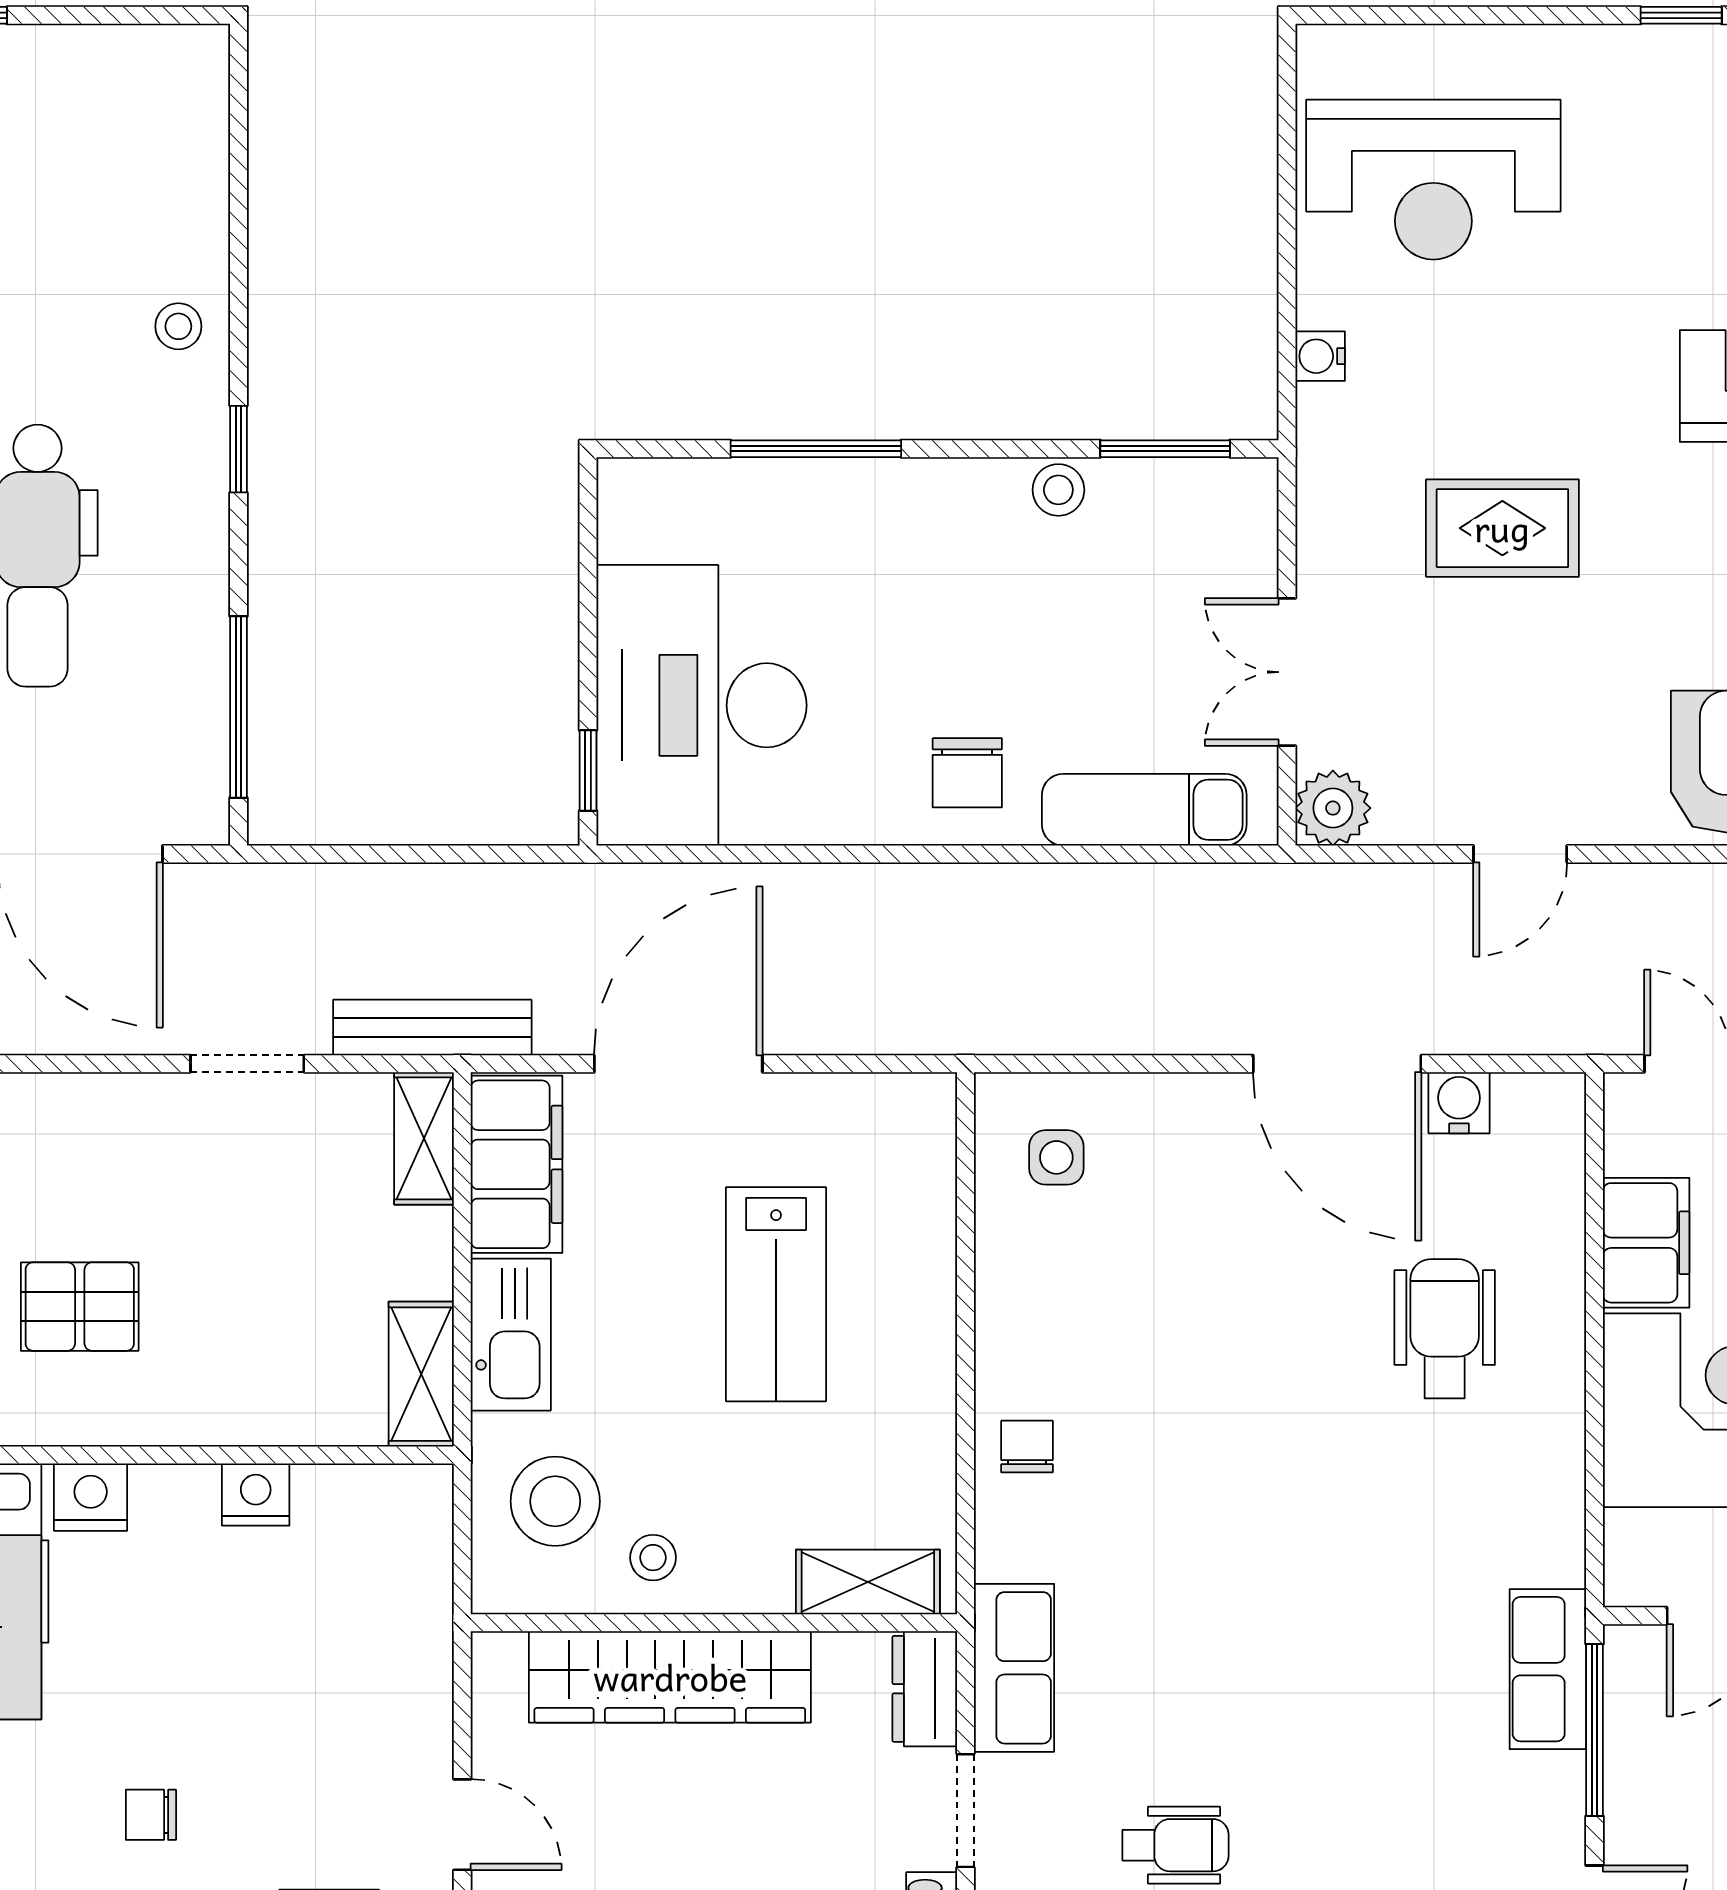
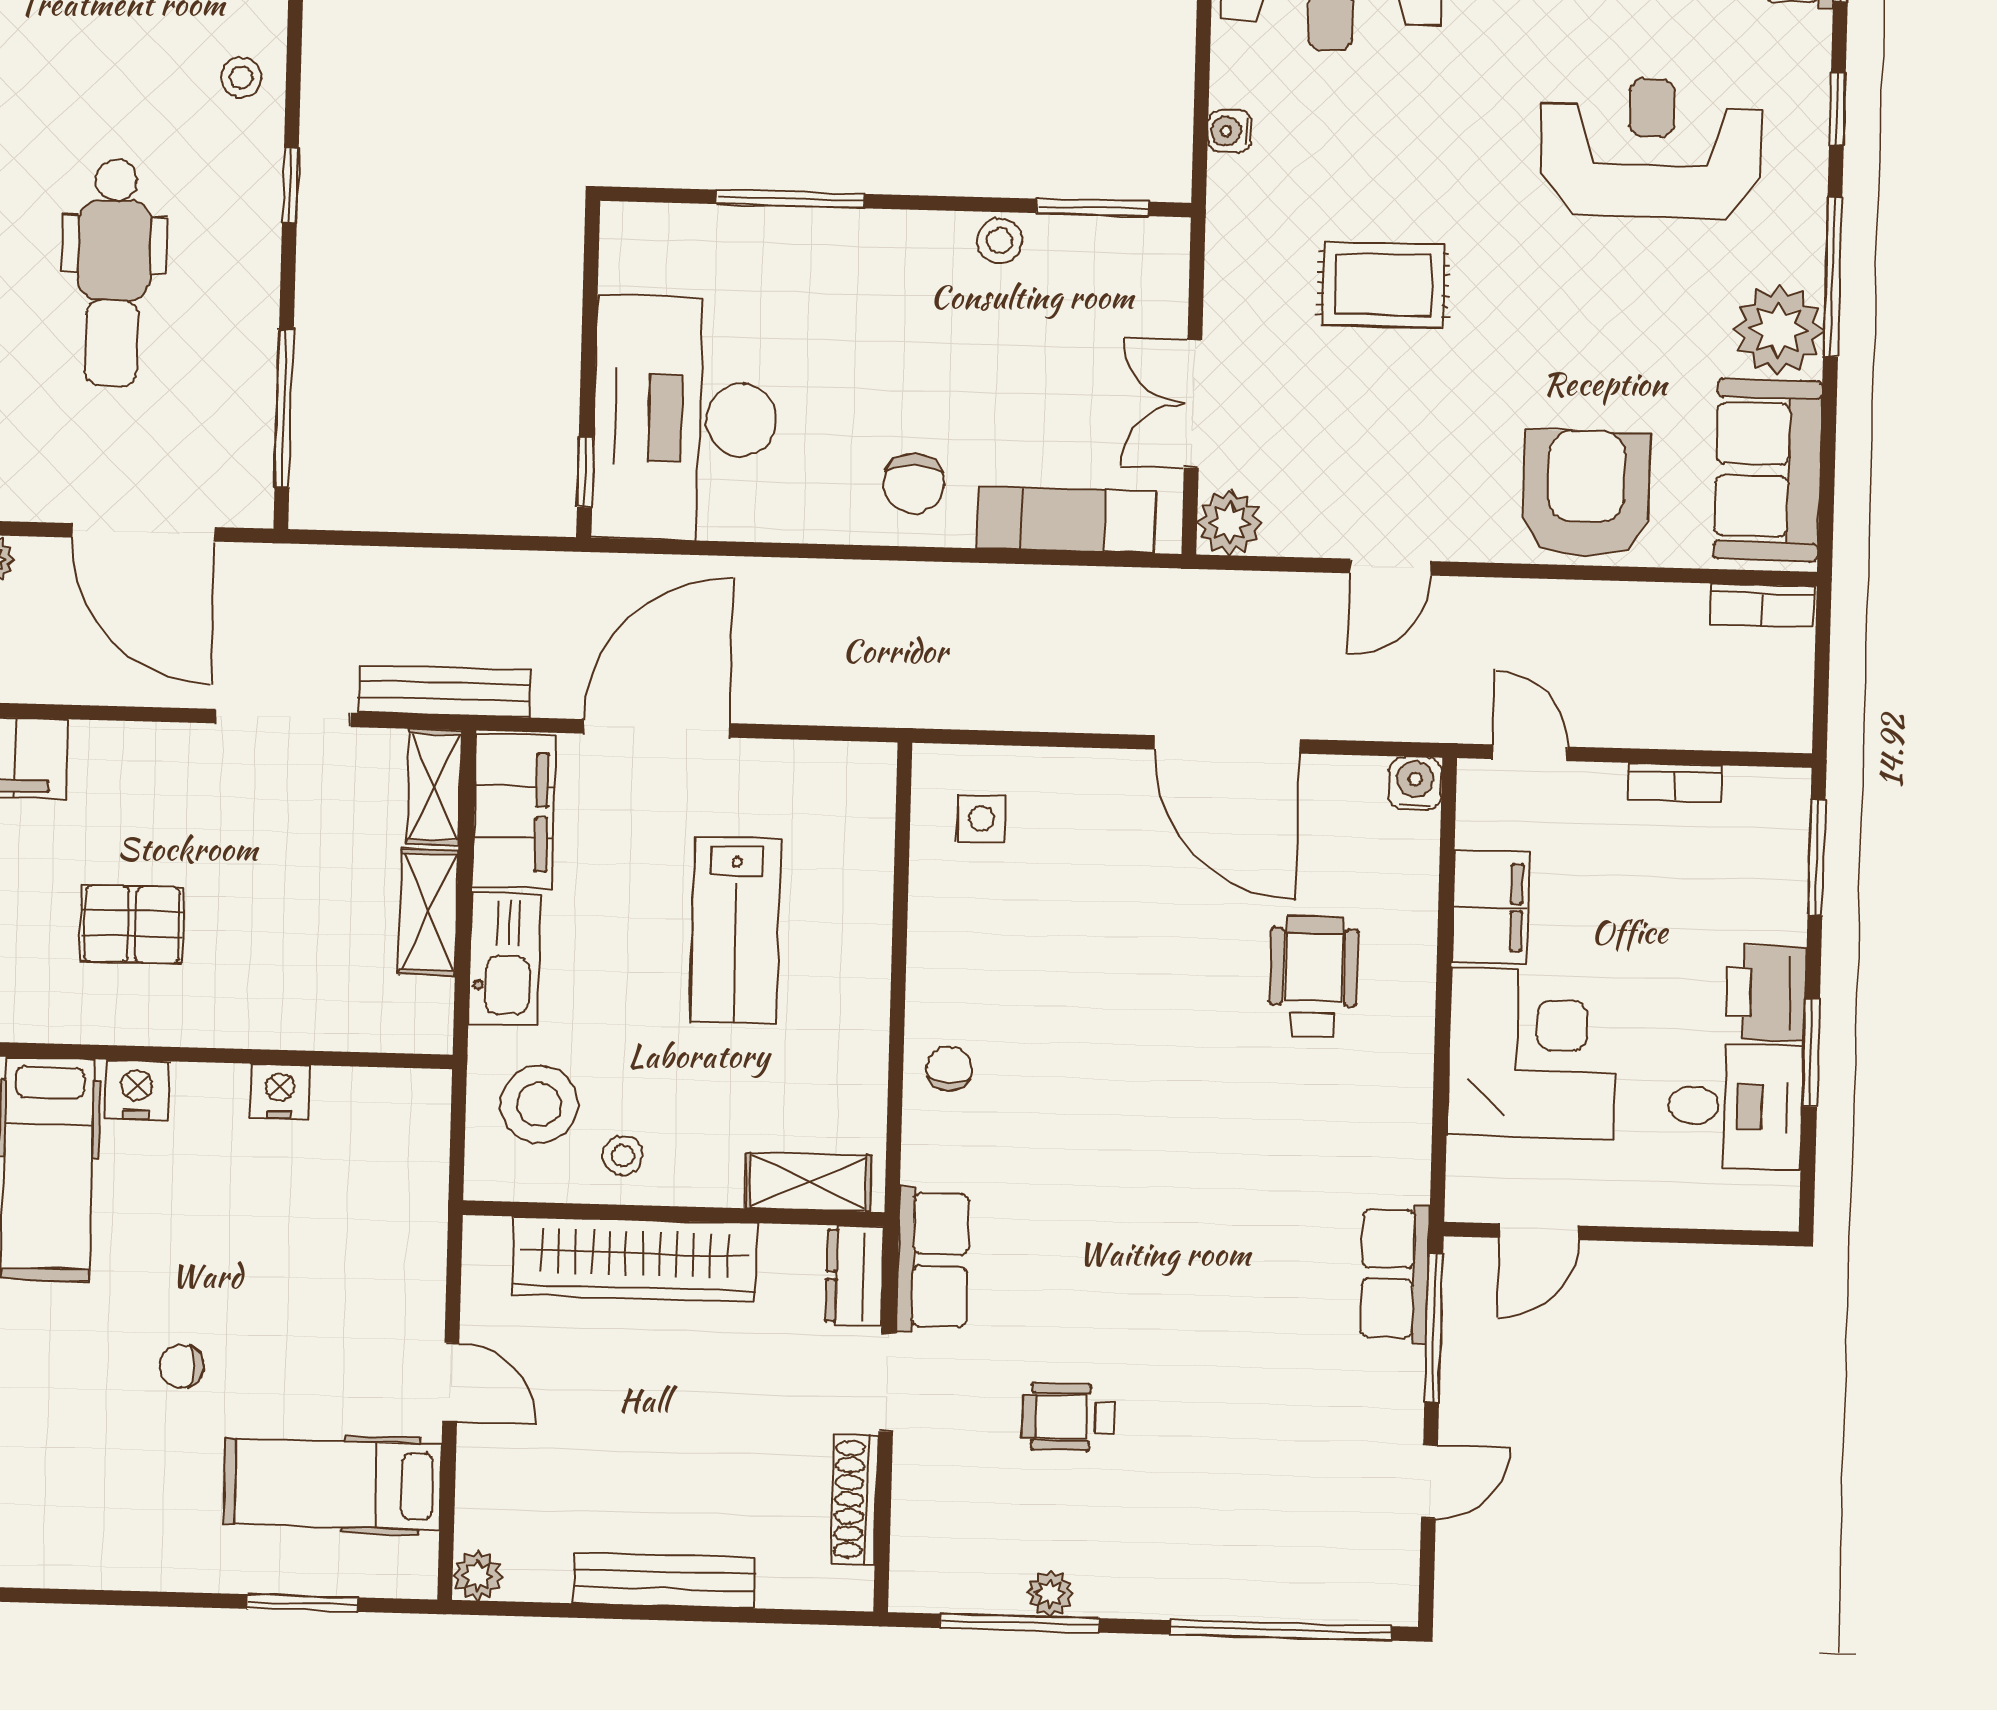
doorway: (247, 1064) -> (283, 718), width x1.38
water cooler: (1459, 1103) -> (1415, 783), moved
shelving: (421, 1374) -> (428, 912), moved
wheelchair: (1175, 1845) -> (1068, 1417), turned 180

